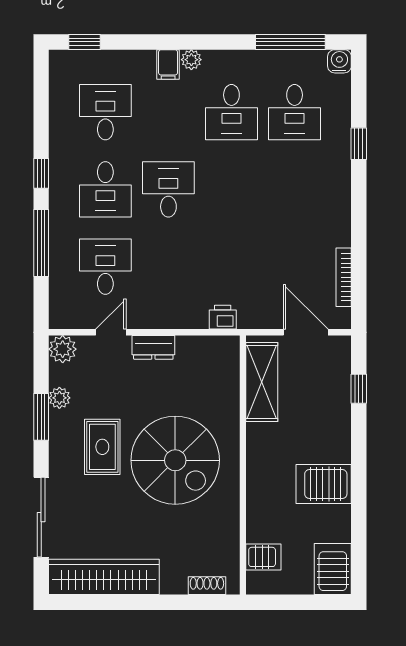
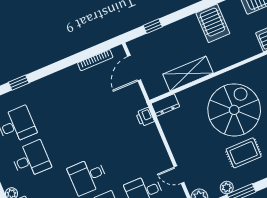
dresser: (153, 347) -> (165, 105), moved, turned 90
shelving: (262, 382) -> (188, 74), moved

